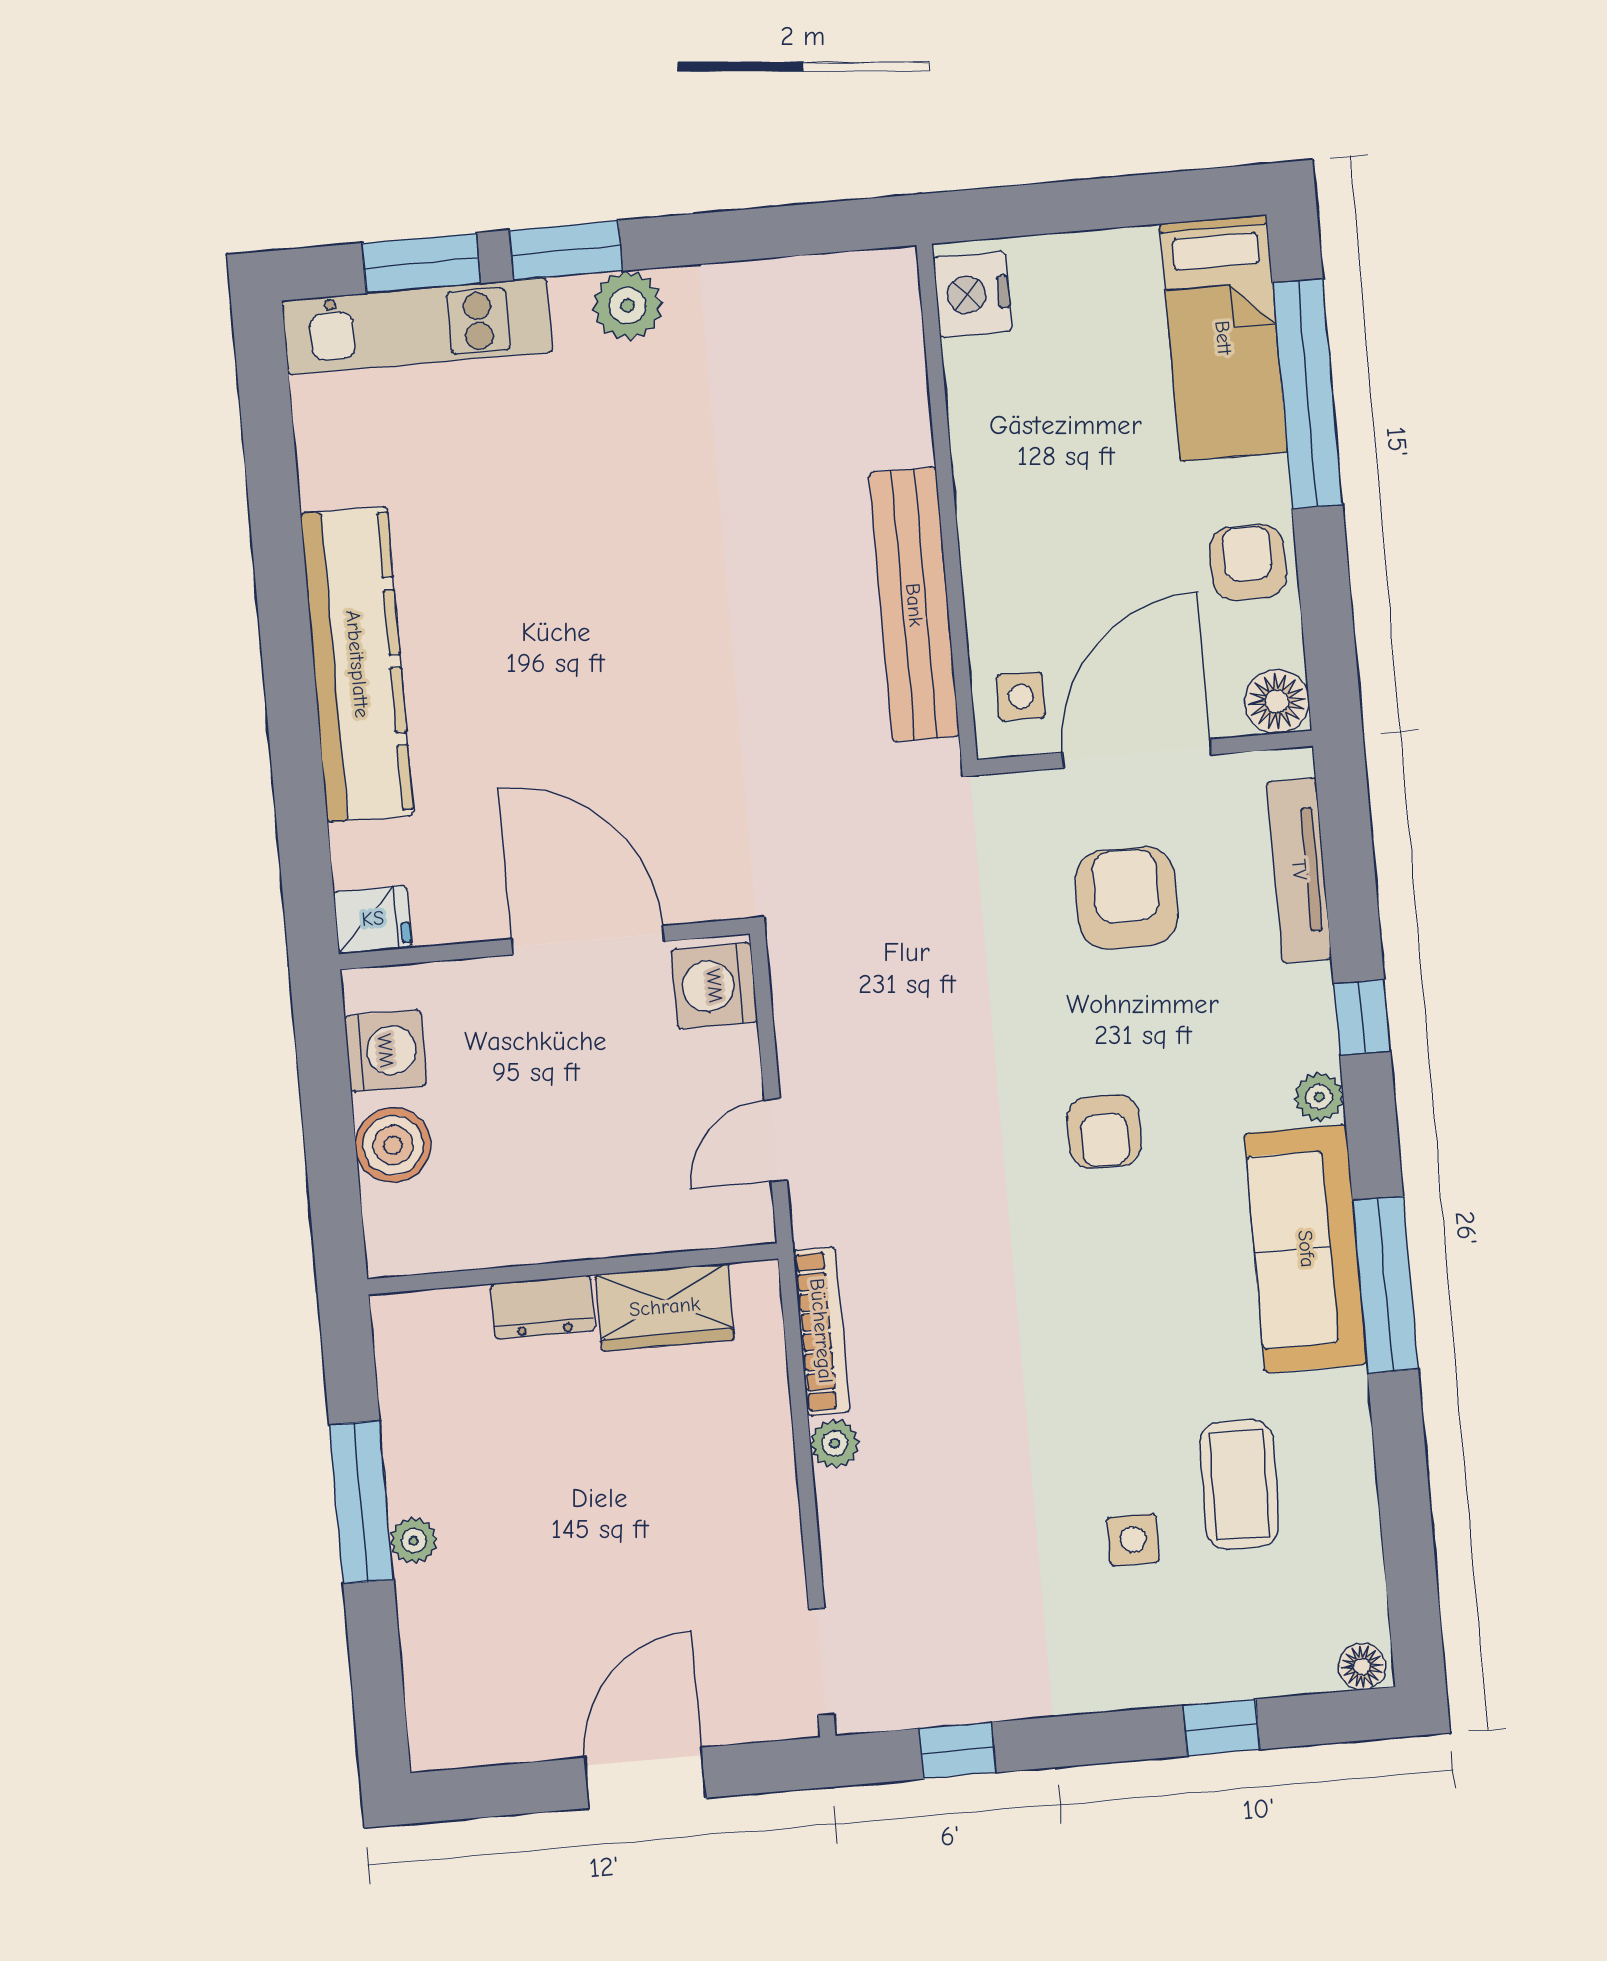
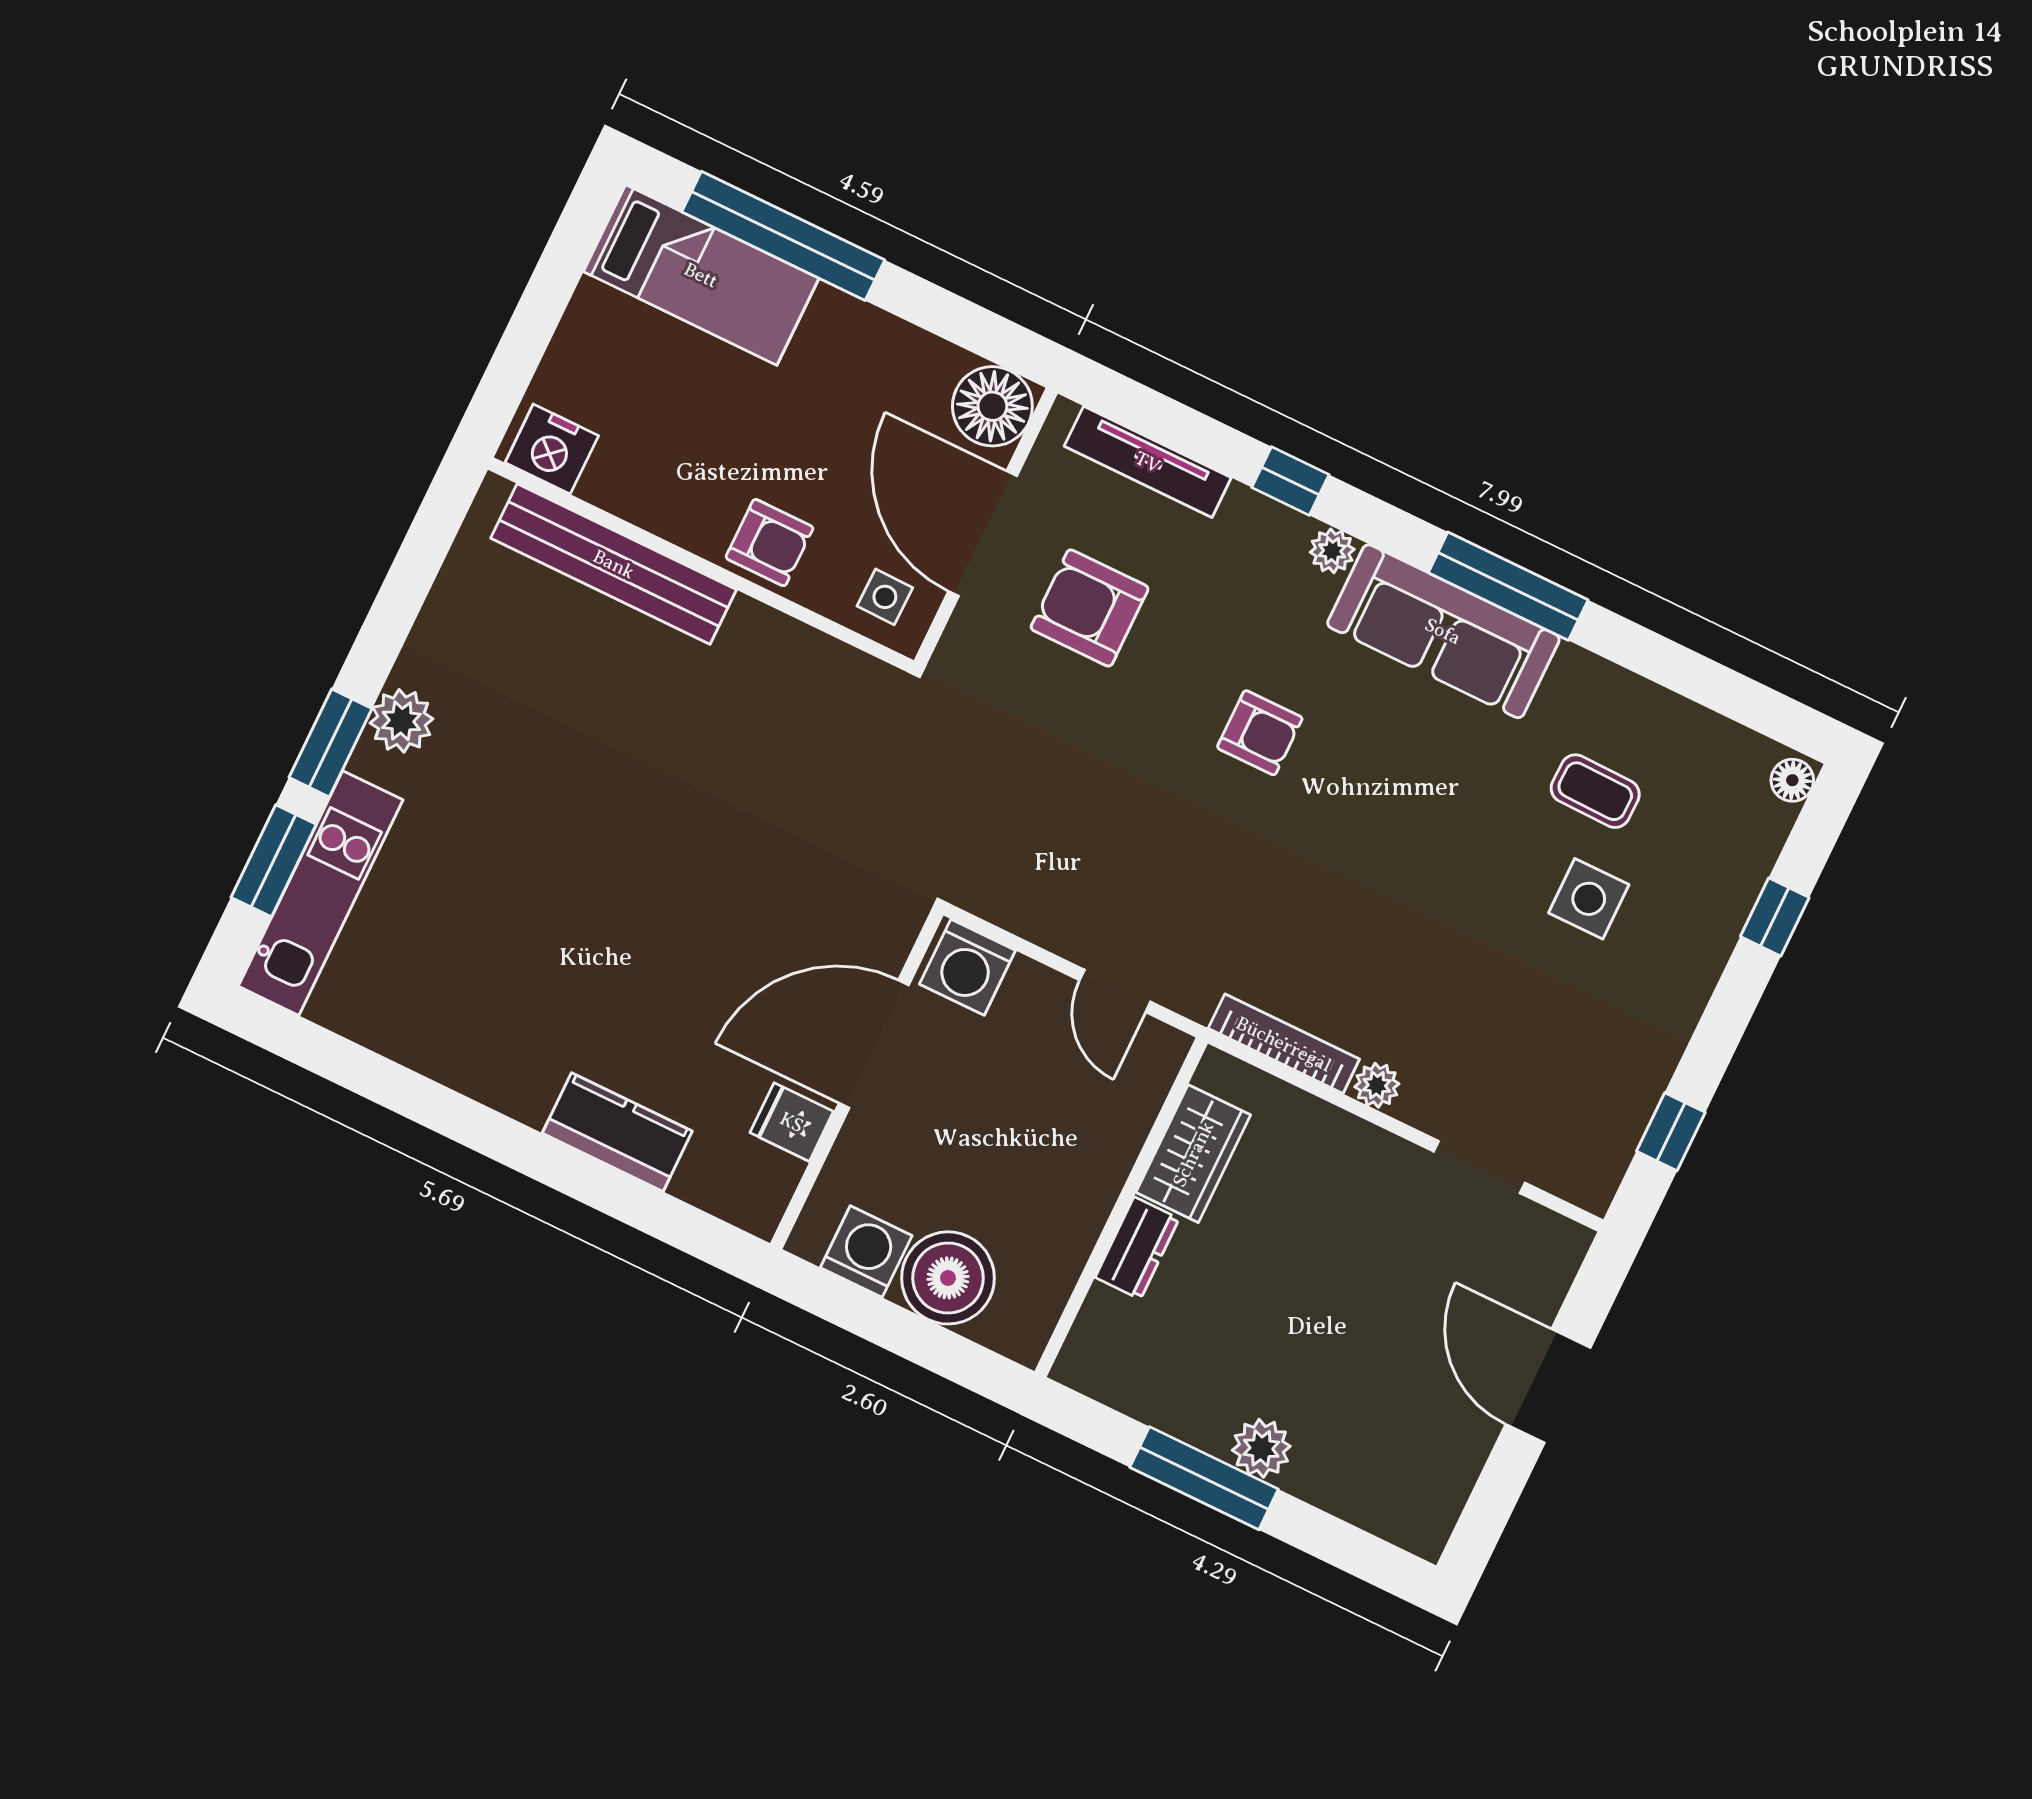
armchair: (1248, 562) -> (770, 543), moved, turned 180
bench: (914, 605) -> (614, 564), moved
kitchen counter: (357, 664) -> (617, 1132), width x0.48, depth x0.86
floor lamp: (1277, 701) -> (992, 406), width x1.38, depth x1.38
fridge: (373, 919) -> (792, 1122), moved, turned -90
boiler: (393, 1145) -> (948, 1278), width x1.37, depth x1.37
coffee table: (1239, 1485) -> (1595, 791), width x0.73, depth x0.77
side table: (1133, 1540) -> (1589, 899), width x1.37, depth x1.37
plant: (414, 1541) -> (1261, 1448), width x1.38, depth x1.38
doorway: (821, 1661) -> (1479, 1167), moved

